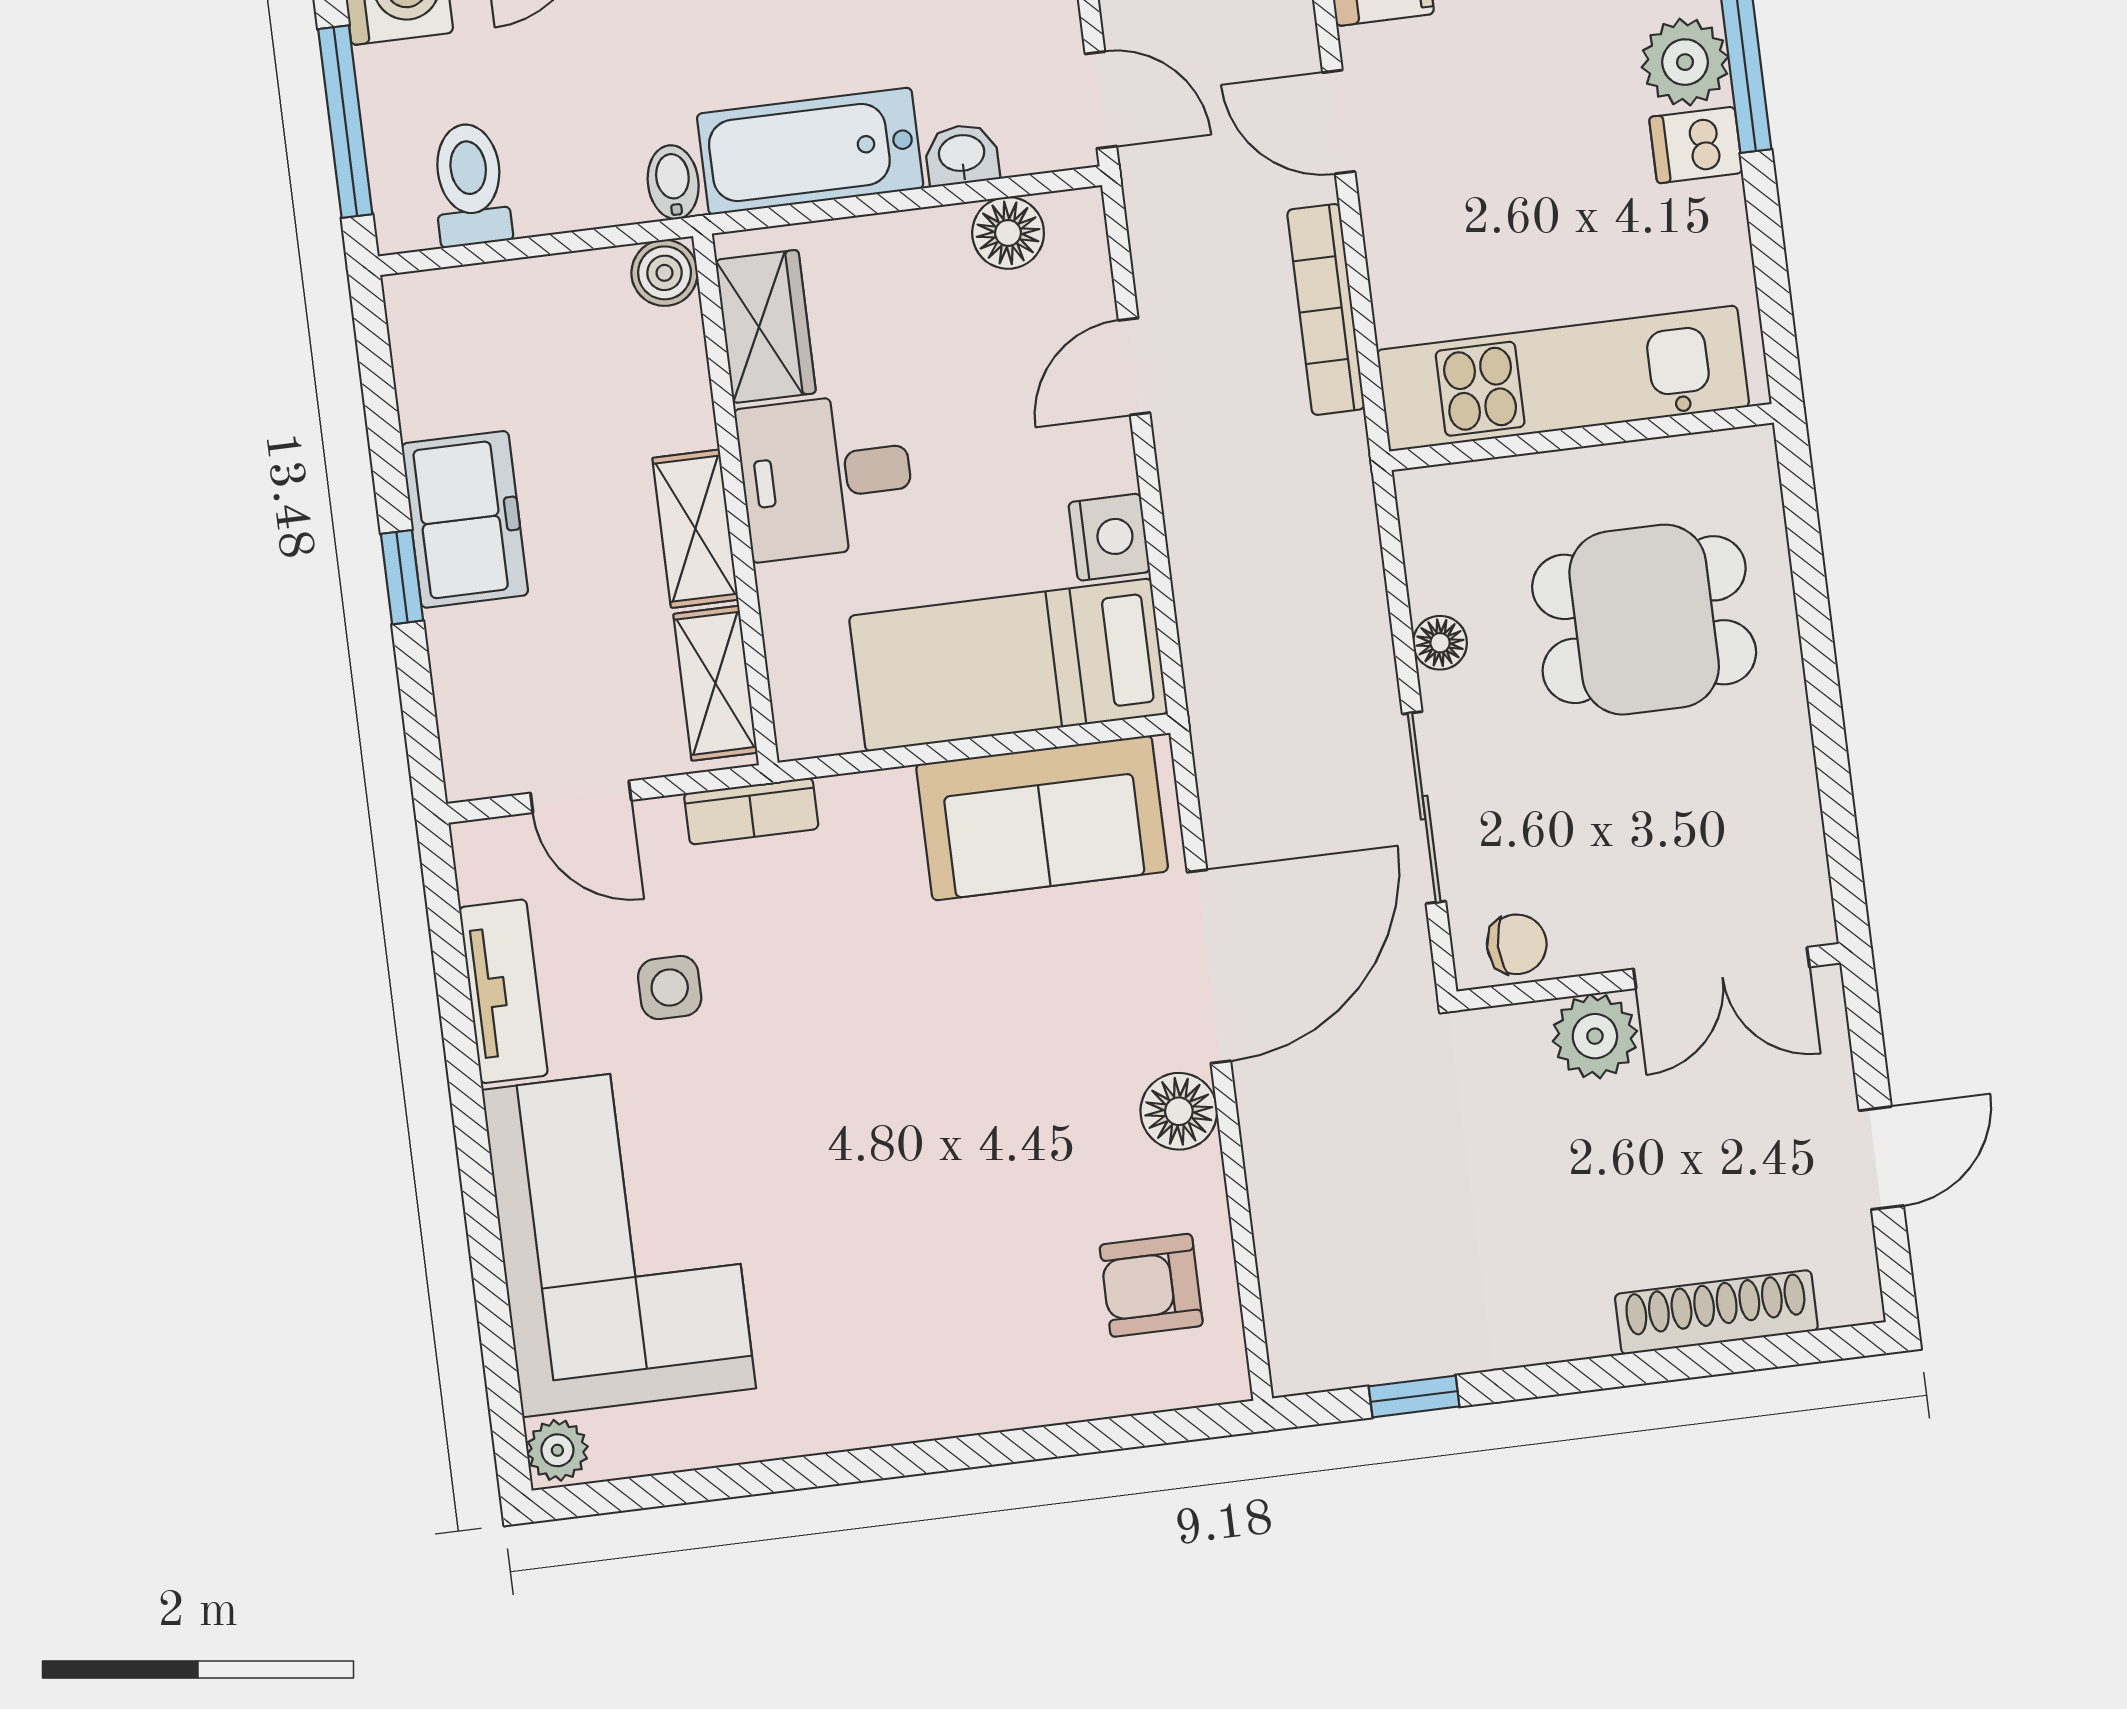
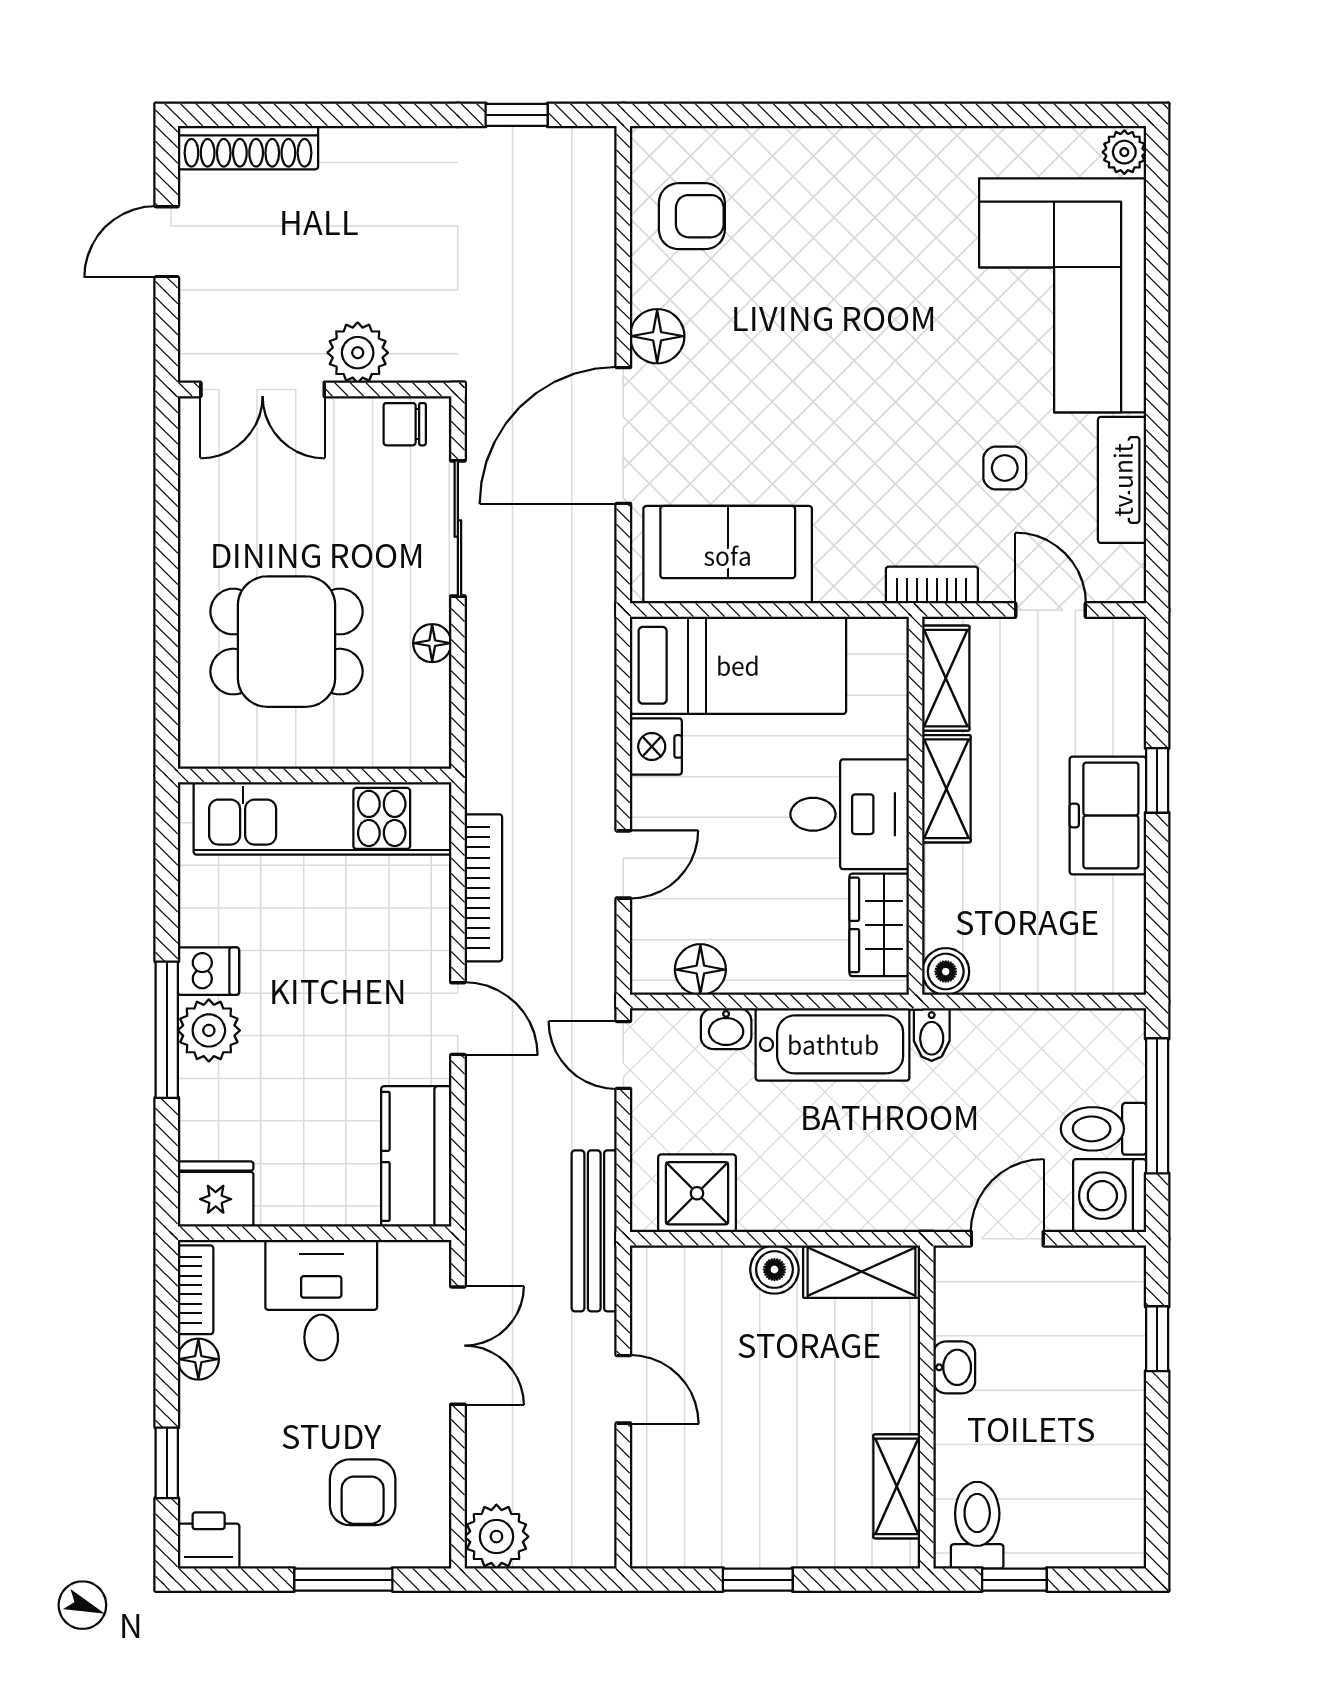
toilet: (470, 184) -> (1103, 1129), moved, turned 90
double door: (1722, 968) -> (263, 389), swing flipped
shoe rack: (1716, 1312) -> (248, 148), moved

